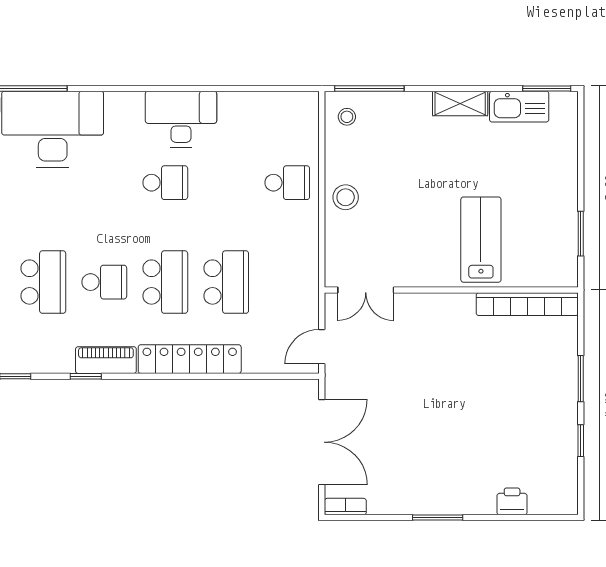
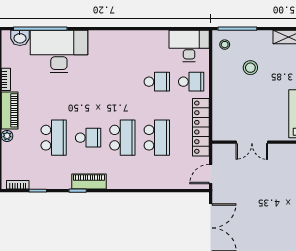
desk: (181, 119) -> (189, 46), moved
school desk: (165, 183) -> (157, 82), moved
stool: (346, 197) -> (250, 68), moved
double door: (366, 290) -> (252, 142), moved
locker: (190, 359) -> (201, 127), moved, turned -90

